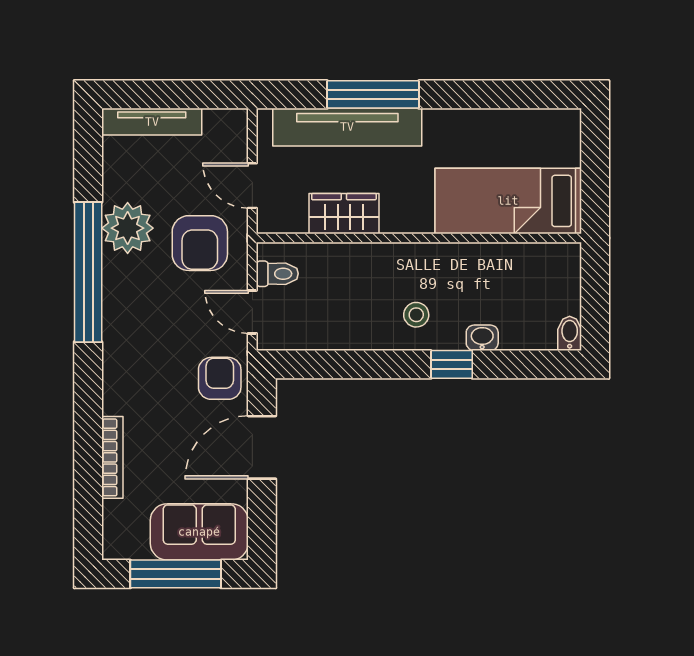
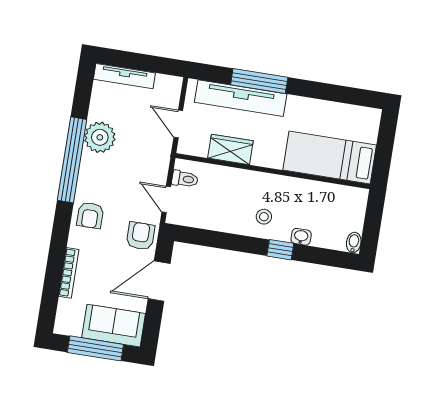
armchair: (200, 243) -> (90, 215), moved, width x0.72, depth x0.72

